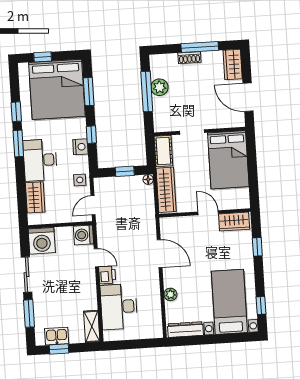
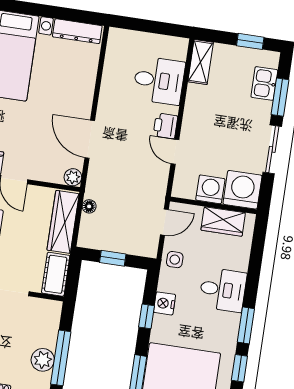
desk: (40, 160) -> (223, 290), width x0.73
floor lamp: (148, 179) -> (89, 206), moved
wardrobe: (35, 197) -> (223, 221), moved, turned -90
washing machine: (84, 235) -> (210, 189), moved, turned -90
plant: (170, 294) -> (73, 177), moved
desk: (119, 307) -> (159, 81), width x0.73
kitchen sink: (57, 336) -> (264, 83), moved, turned 90

